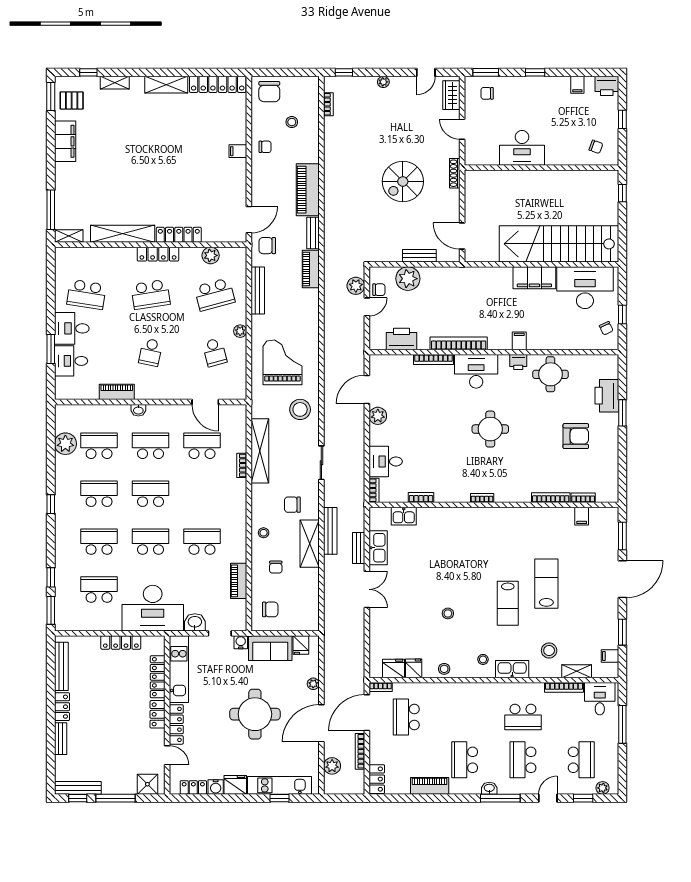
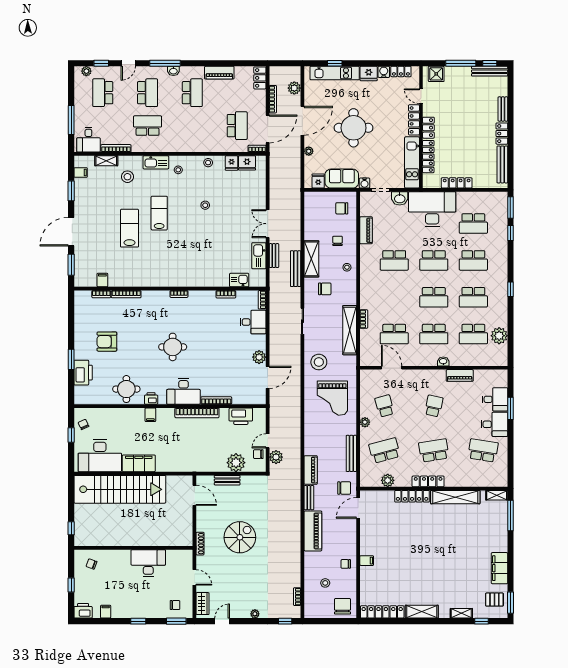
lab bench: (546, 584) -> (130, 228), turned 180

